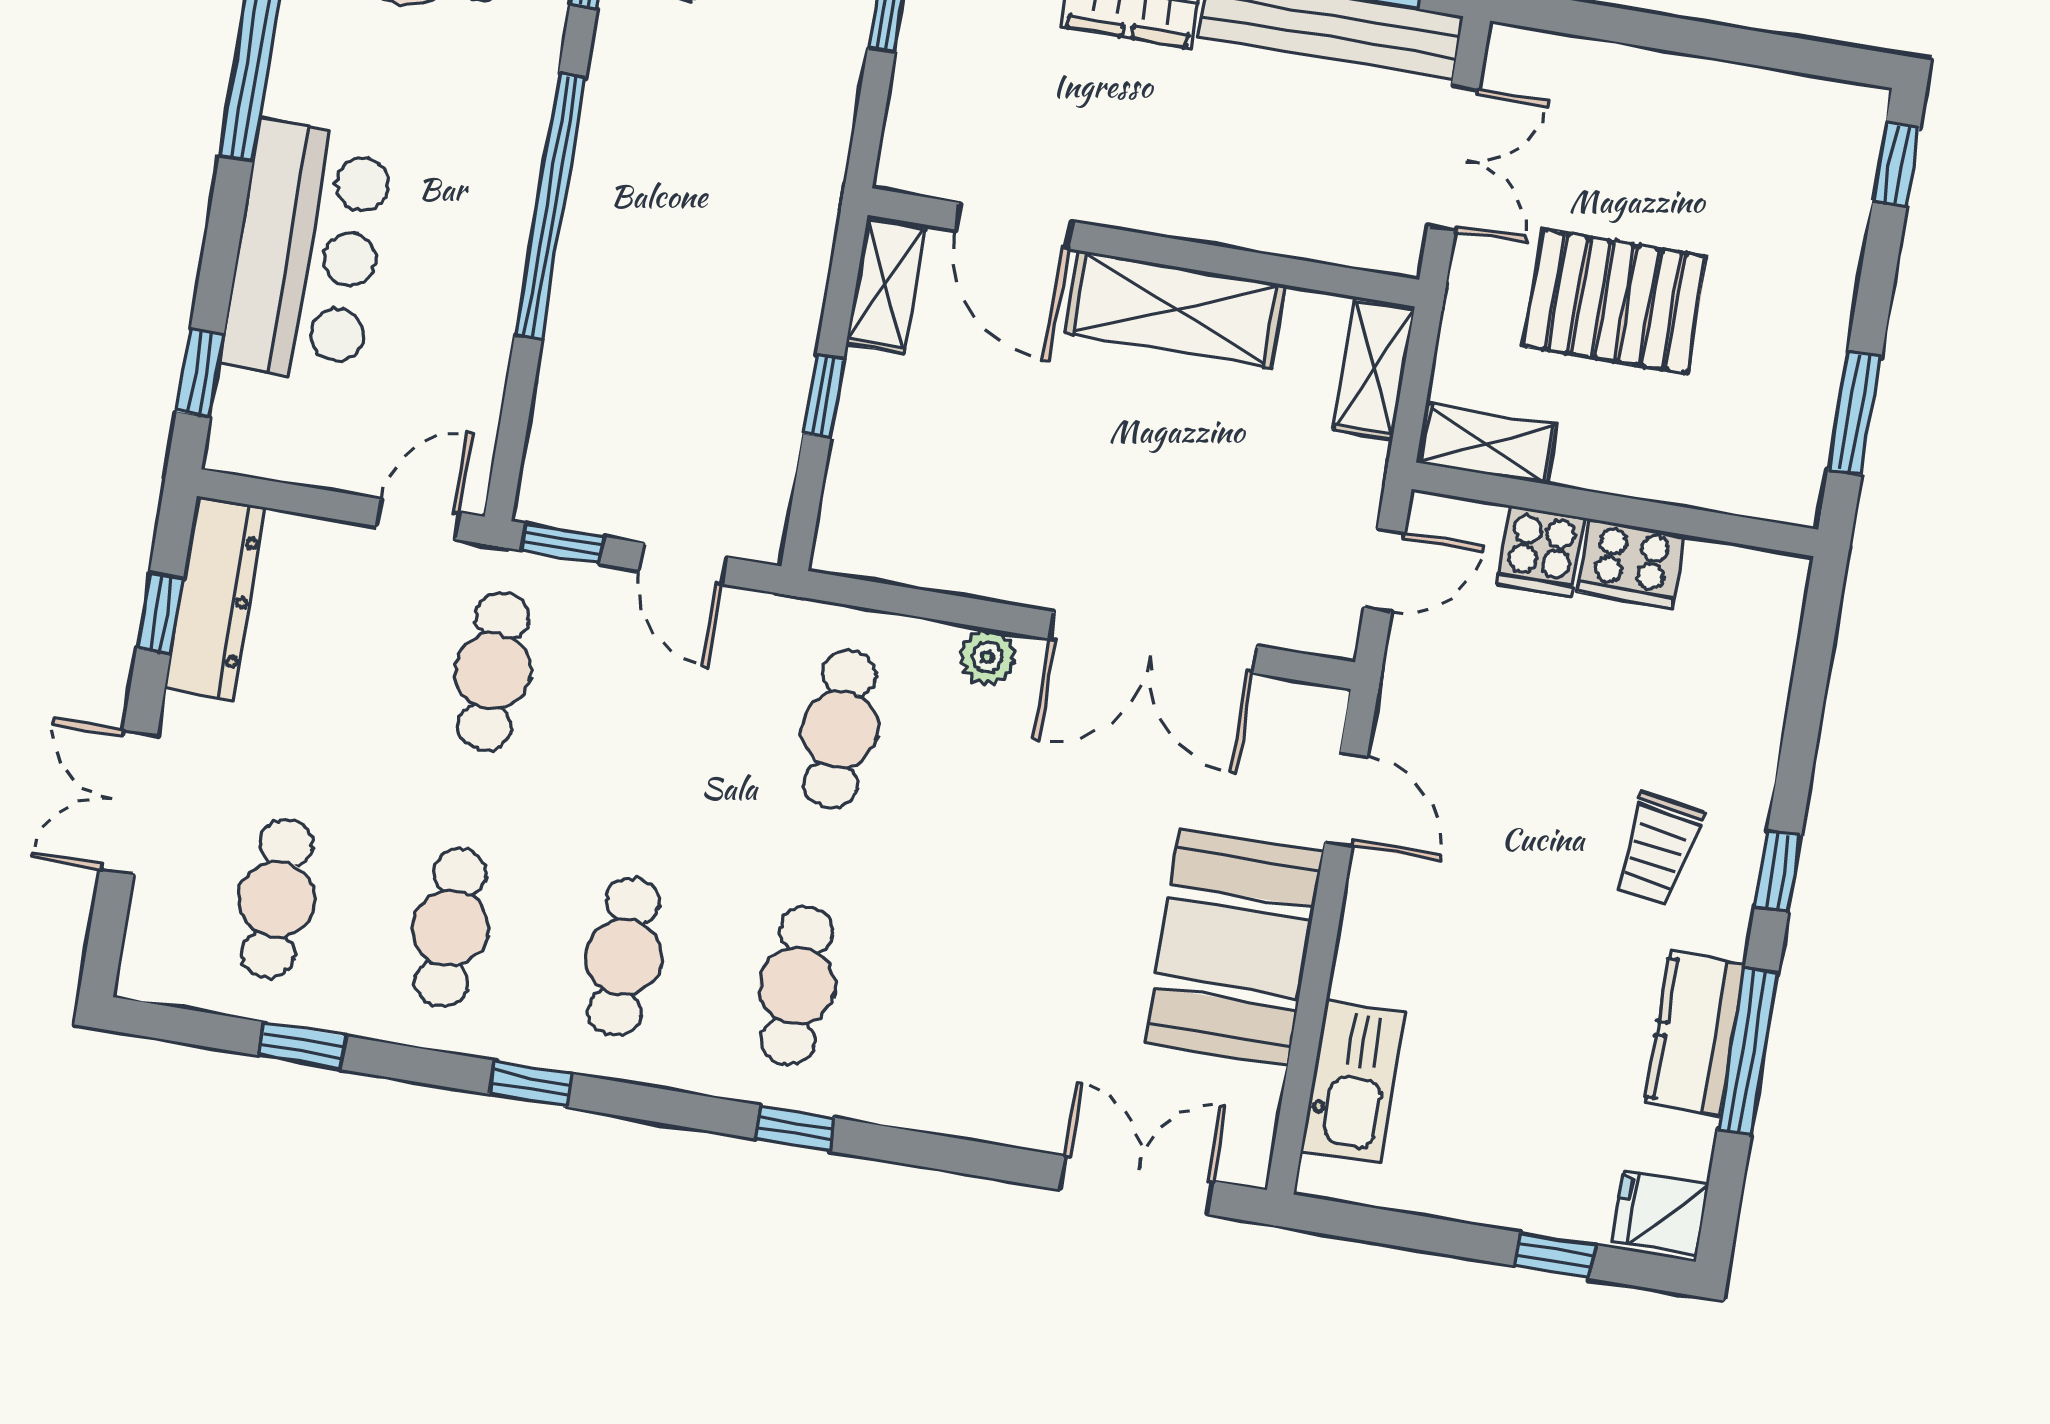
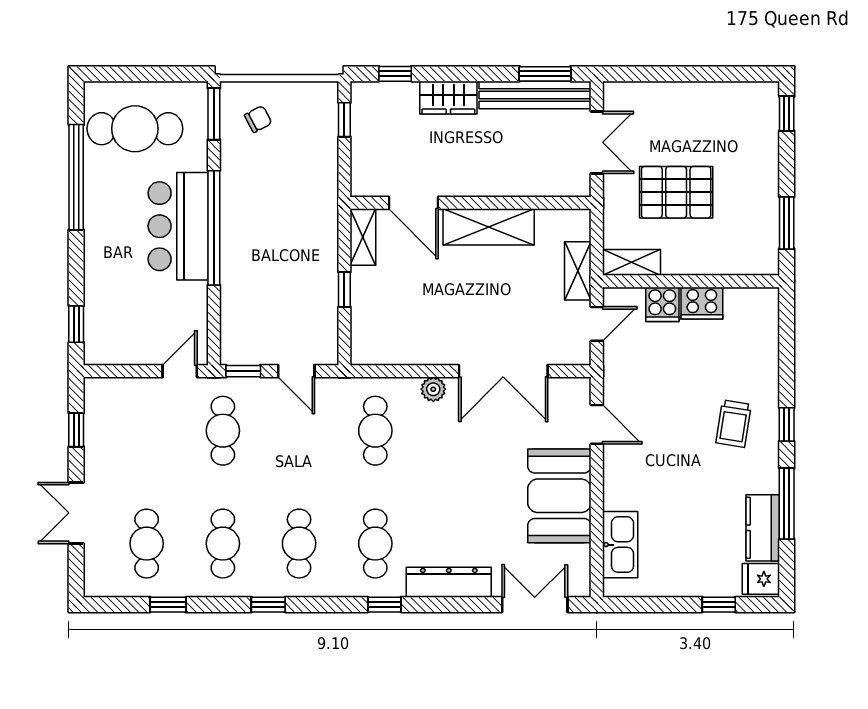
bar counter: (307, 252) -> (178, 226), moved, turned 180
shelving: (1374, 368) -> (578, 271), moved
dresser: (215, 598) -> (449, 582), moved, turned -90
kitchen counter: (1695, 1034) -> (763, 528), moved

